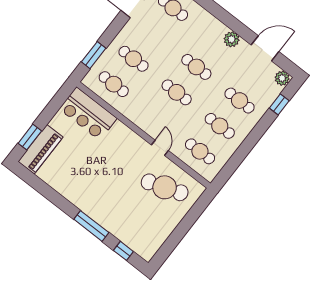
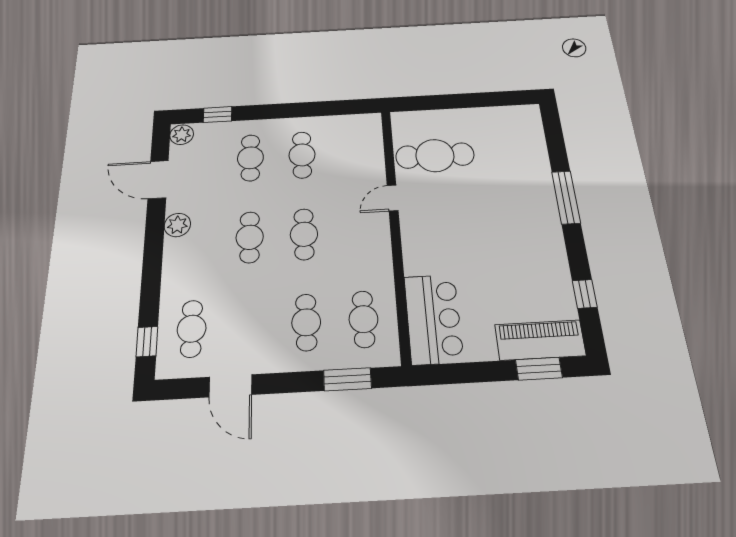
cafe table: (200, 151) -> (354, 152), removed
cafe table: (165, 187) -> (435, 156), turned -71
window: (123, 251) -> (585, 294), moved

